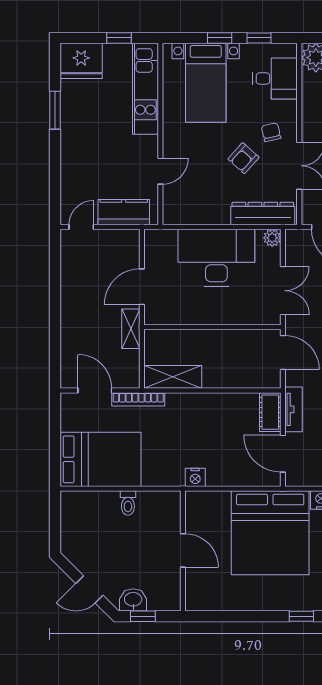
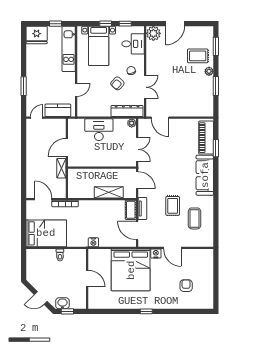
window: (55, 110) -> (24, 86), moved
desk: (216, 258) -> (99, 130), width x0.73, depth x0.77
shelving: (173, 377) -> (109, 192), moved

